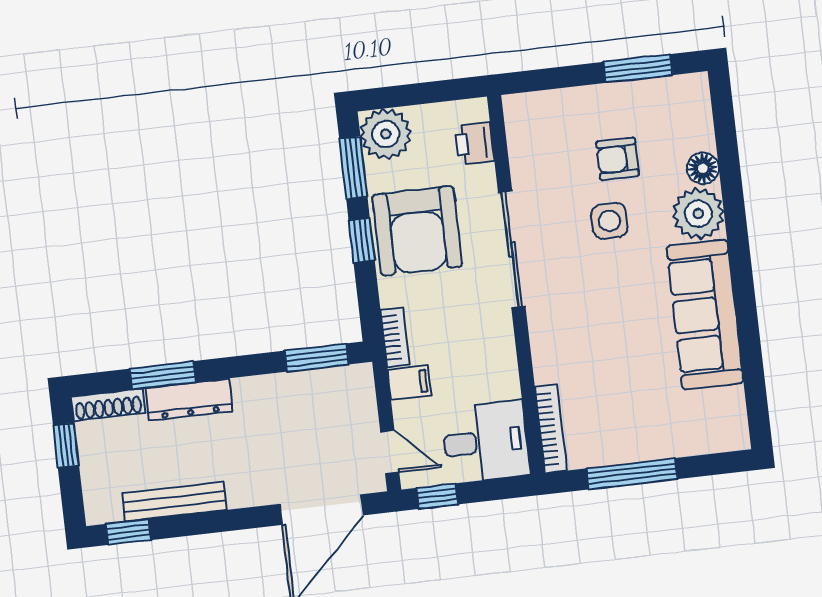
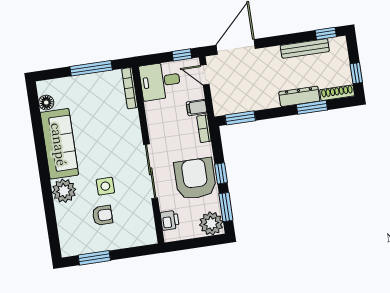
floor lamp: (703, 168) -> (46, 103), moved

